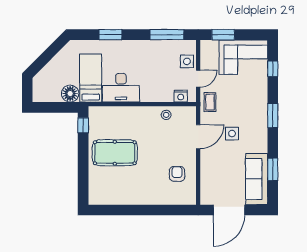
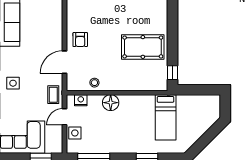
desk: (121, 88) -> (137, 108), removed
floor lamp: (70, 94) -> (111, 103), moved
side table: (232, 133) -> (13, 83), moved
armchair: (177, 174) -> (80, 40), moved

